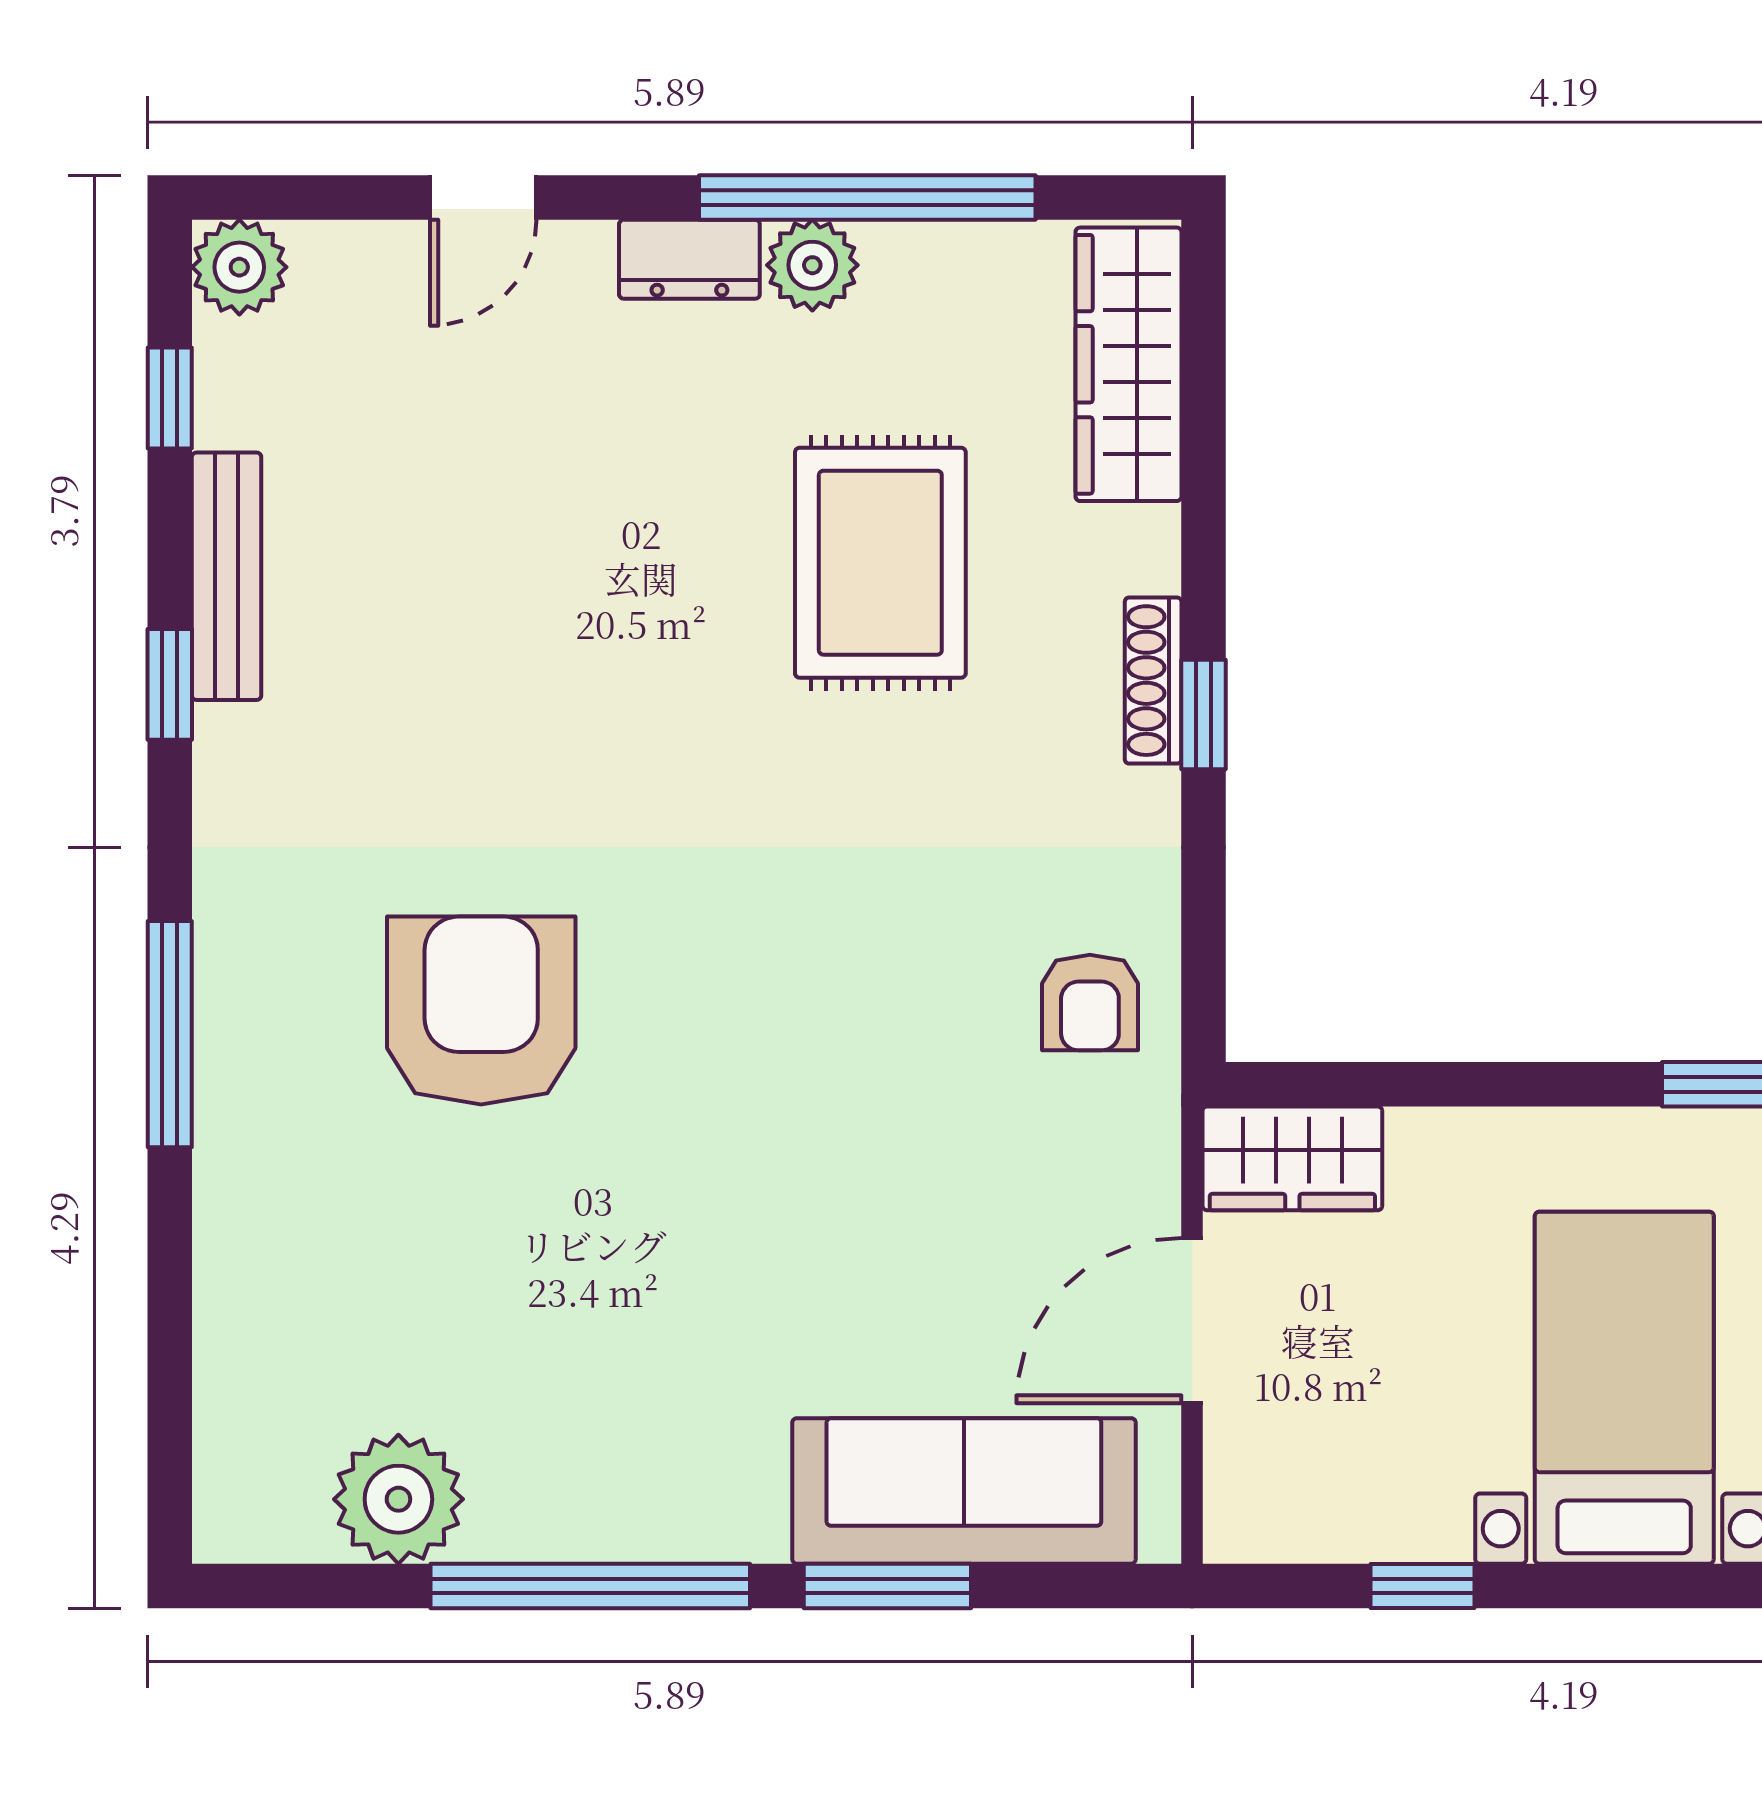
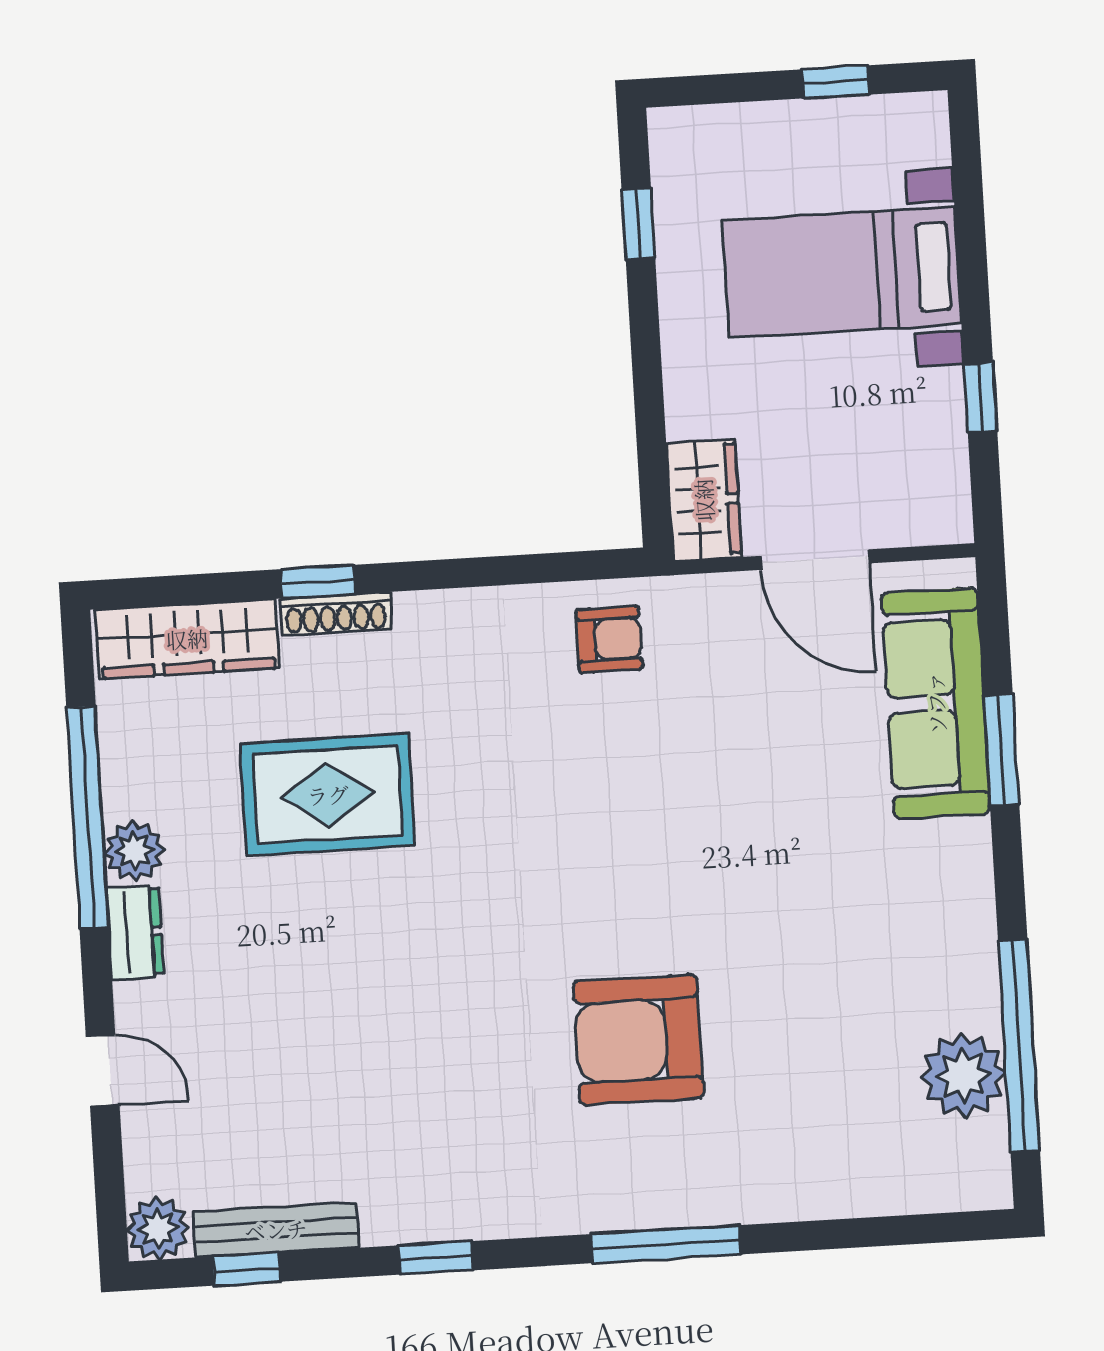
bench: (227, 576) -> (276, 1230), moved
shoe rack: (1153, 681) -> (336, 614), moved
window: (1204, 715) -> (318, 582), moved
window: (590, 1586) -> (1019, 1046), moved

